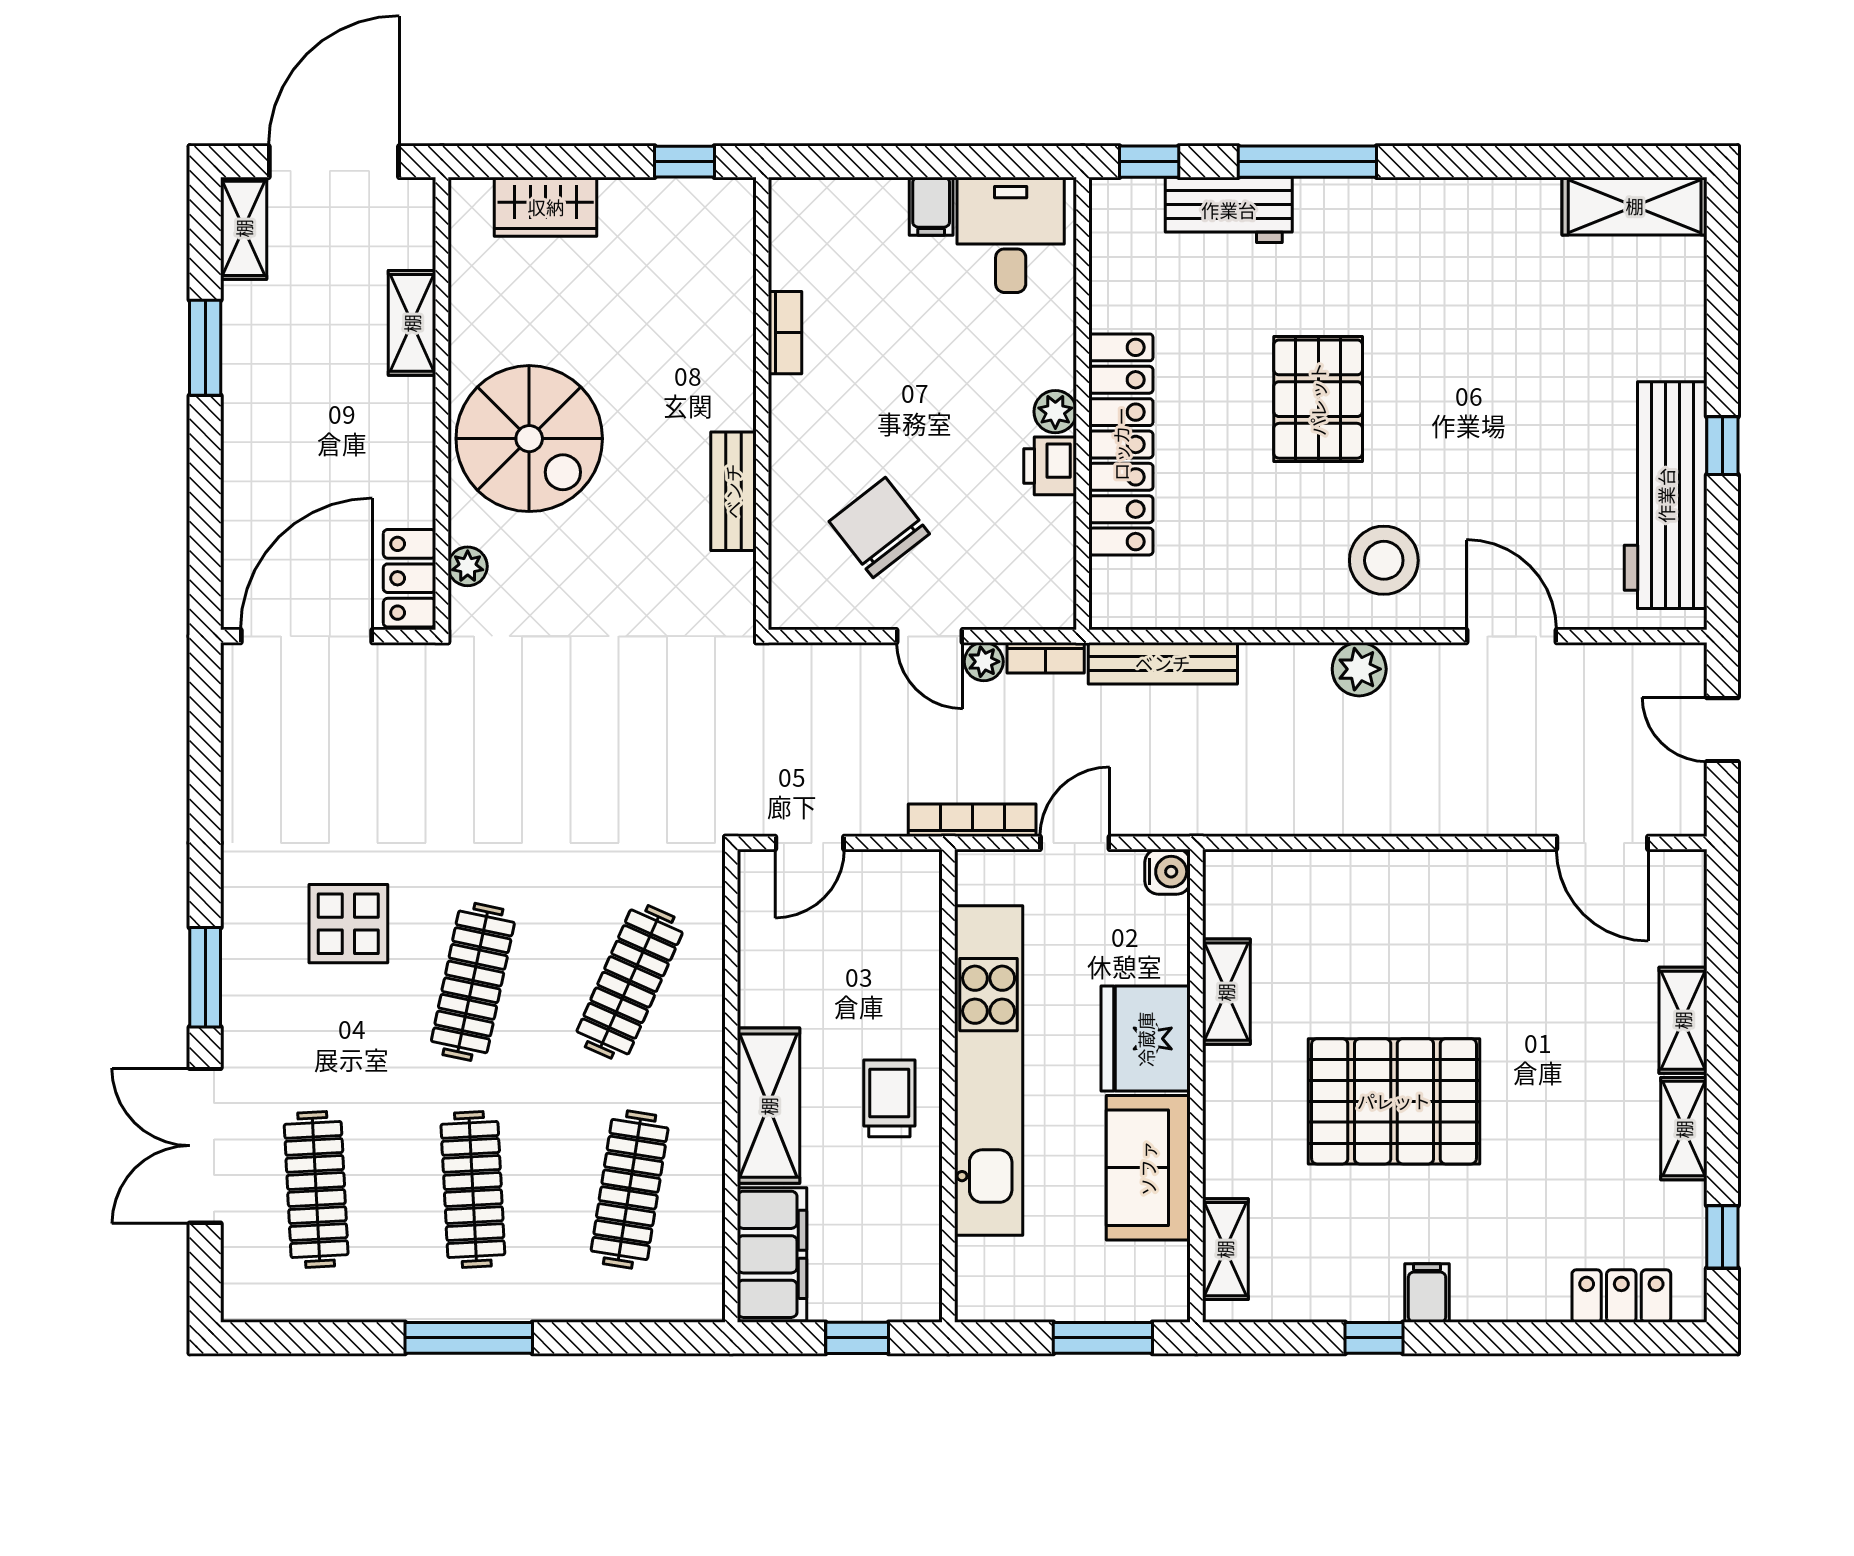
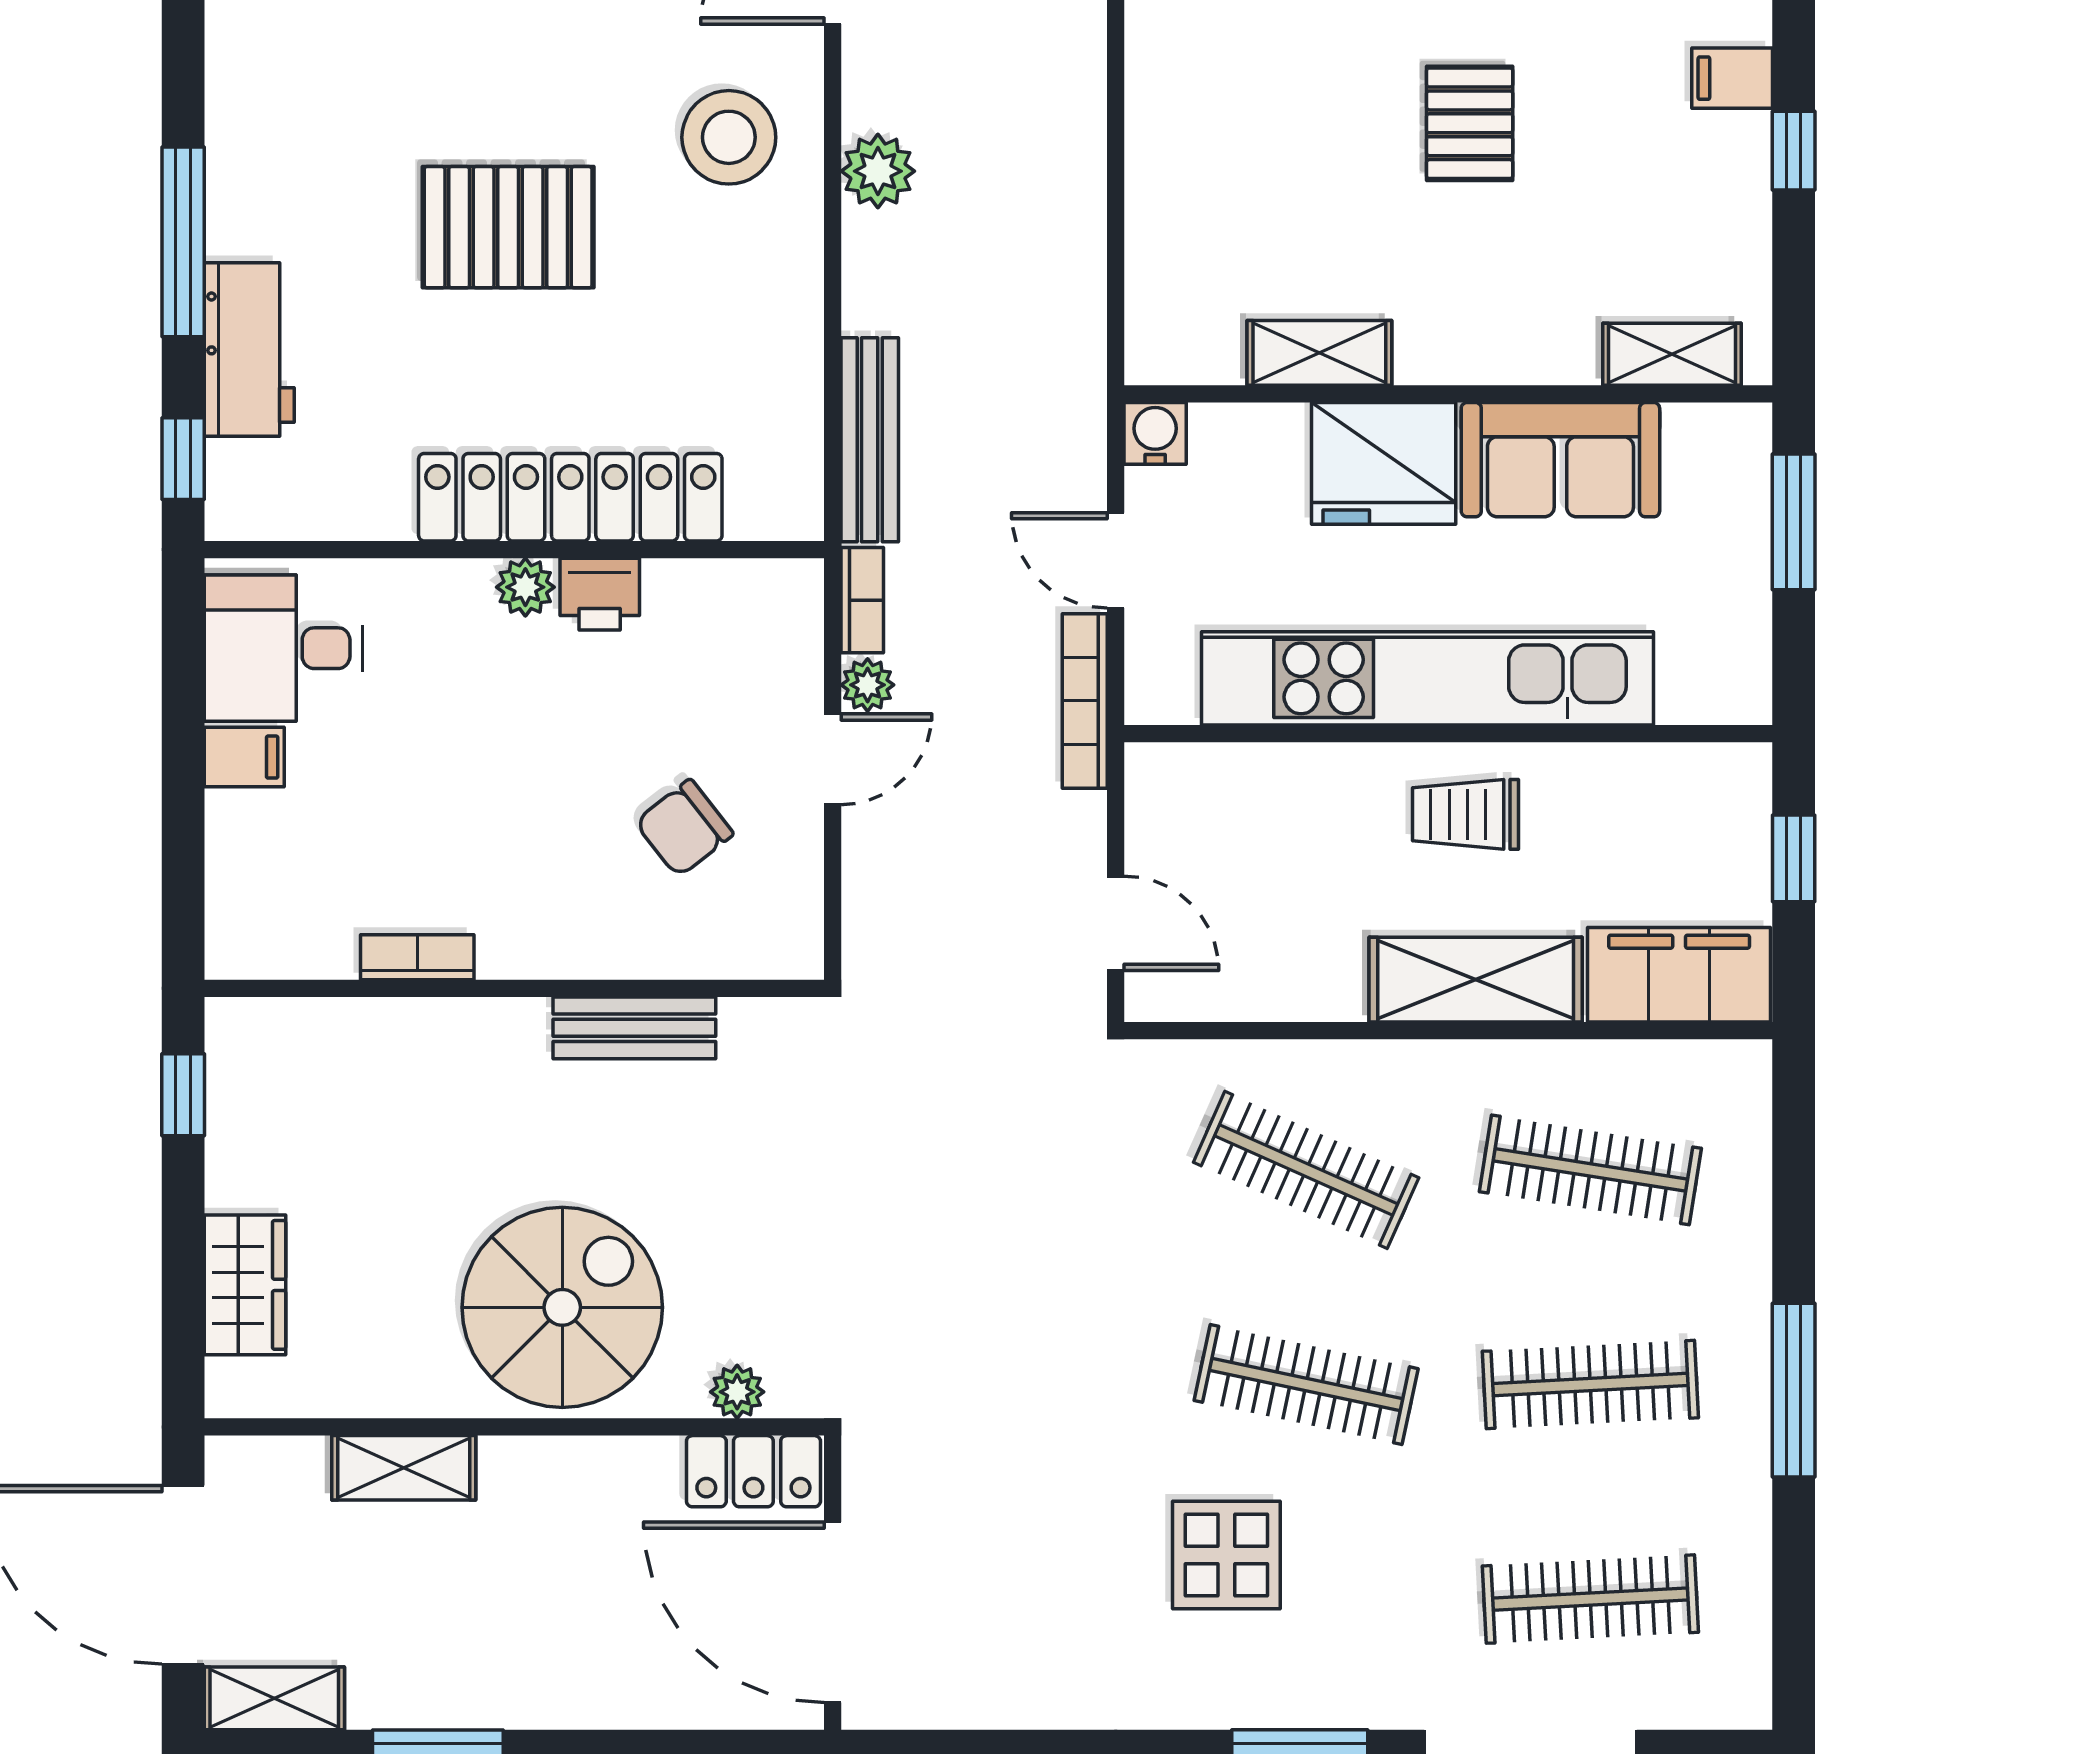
chair: (879, 528) -> (684, 828), width x0.73, depth x0.73
pallet: (1394, 1101) -> (1470, 123), width x0.49, depth x0.50

